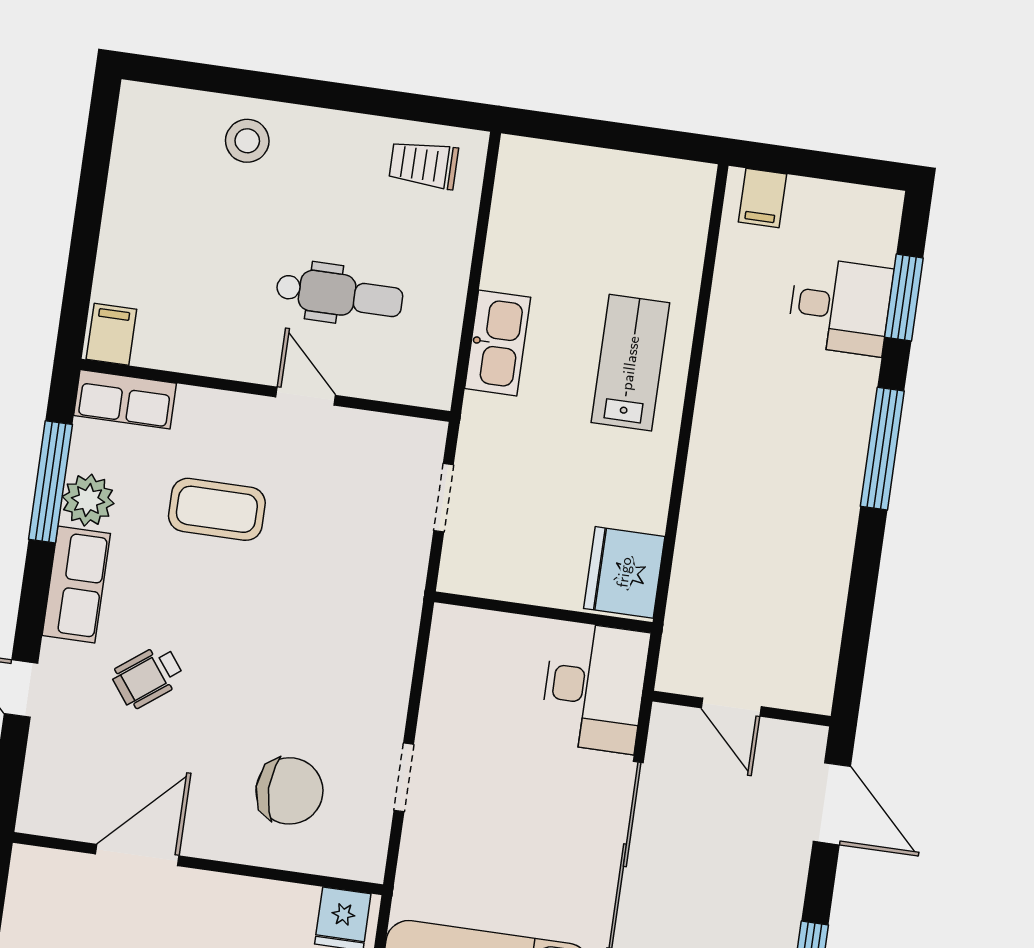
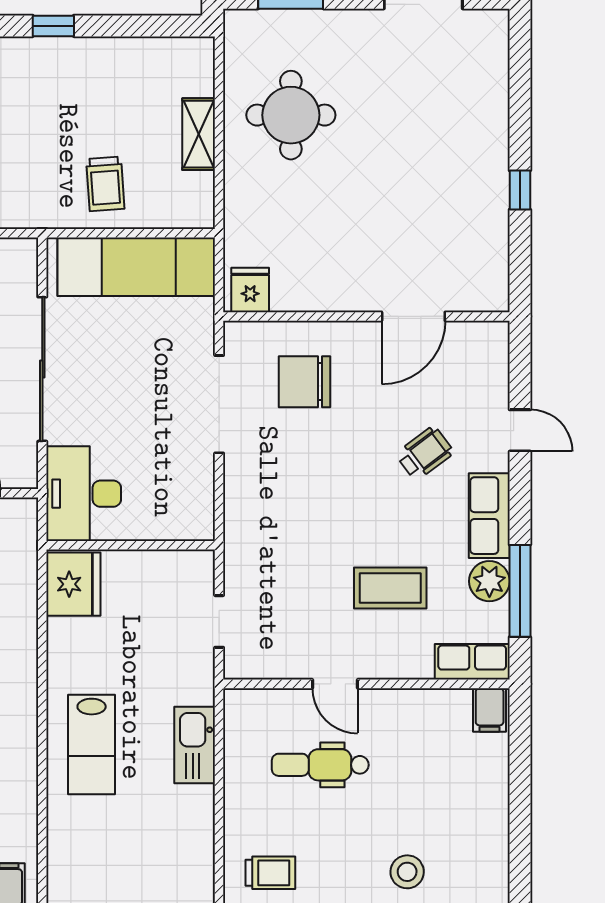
doorway: (404, 777) -> (219, 404), width x1.88

